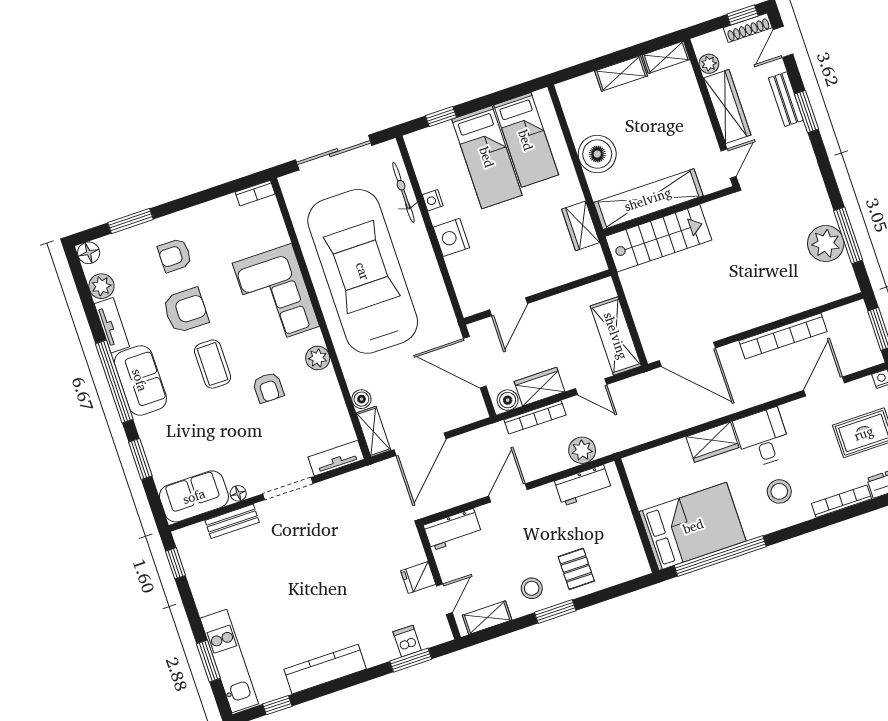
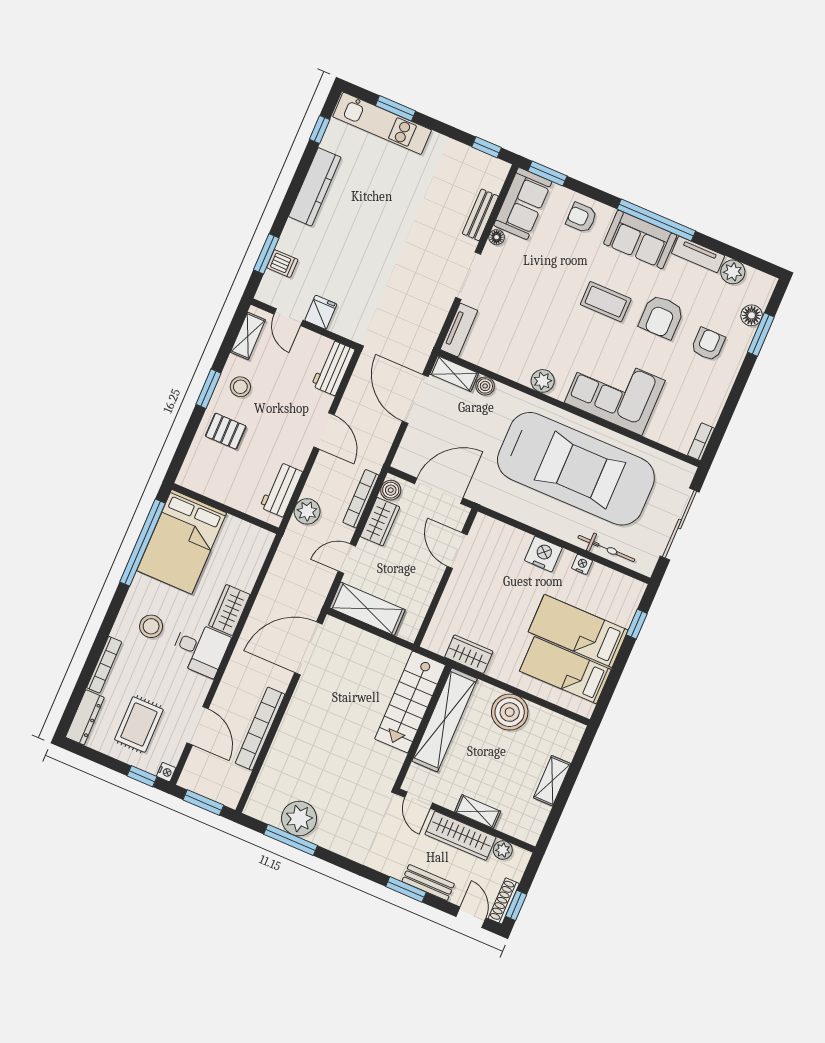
shelving: (666, 57) -> (478, 812), moved, turned 90
floor lamp: (89, 253) -> (752, 315), moved
armchair: (268, 388) -> (581, 218), moved
window: (140, 459) -> (547, 173), moved

